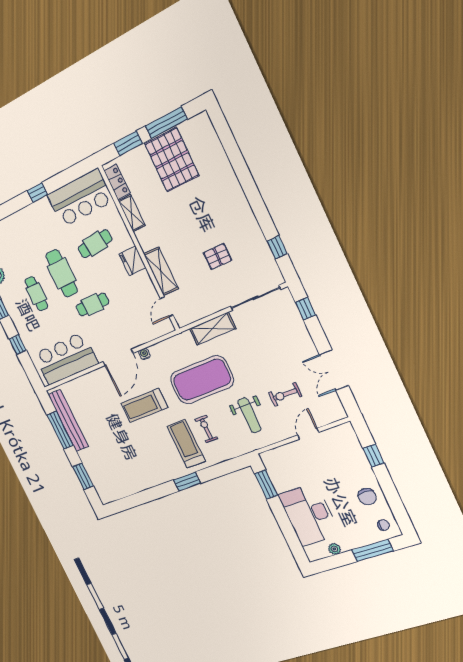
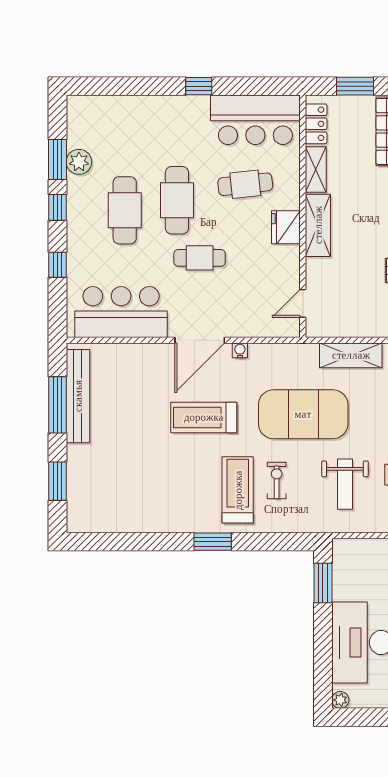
shelving: (161, 271) -> (318, 225), moved
cafe table: (36, 294) -> (125, 210), width x1.37, depth x1.35
plant: (334, 549) -> (340, 700), moved

